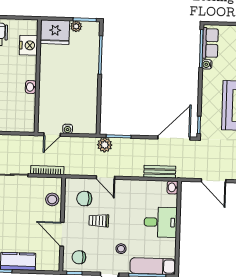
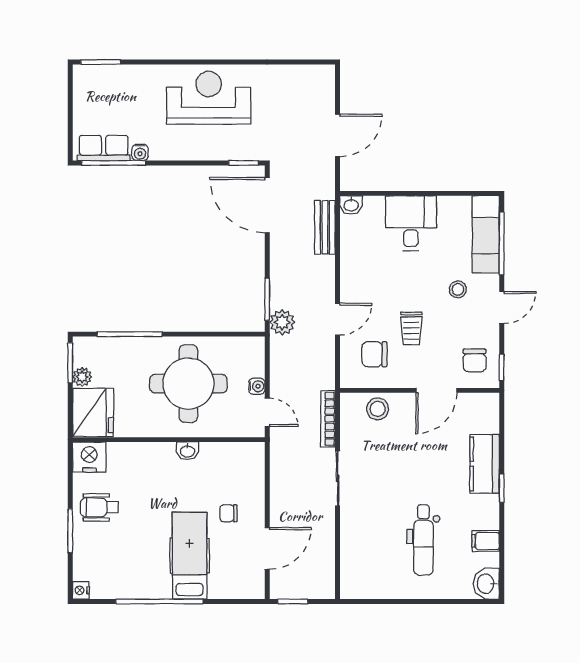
nightstand: (28, 45) -> (89, 457), moved
round table: (70, 89) -> (188, 384), added
chair: (84, 199) -> (374, 354), turned 90

